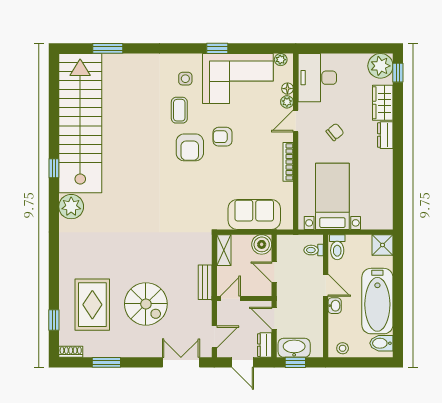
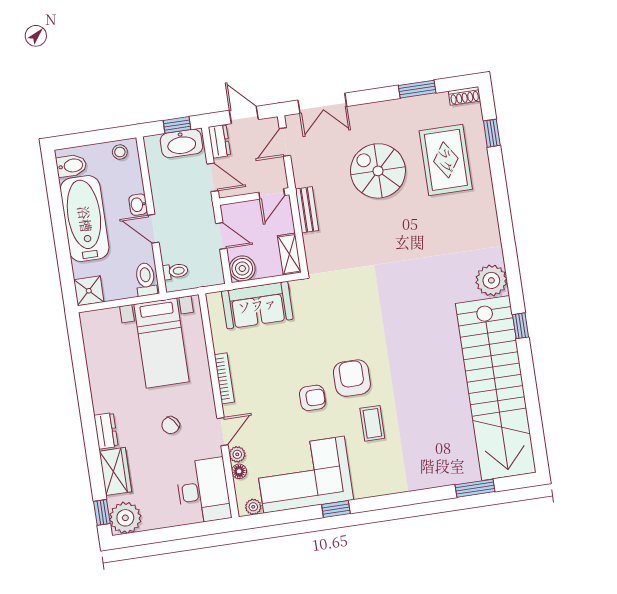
side table: (185, 79) -> (371, 465), removed

